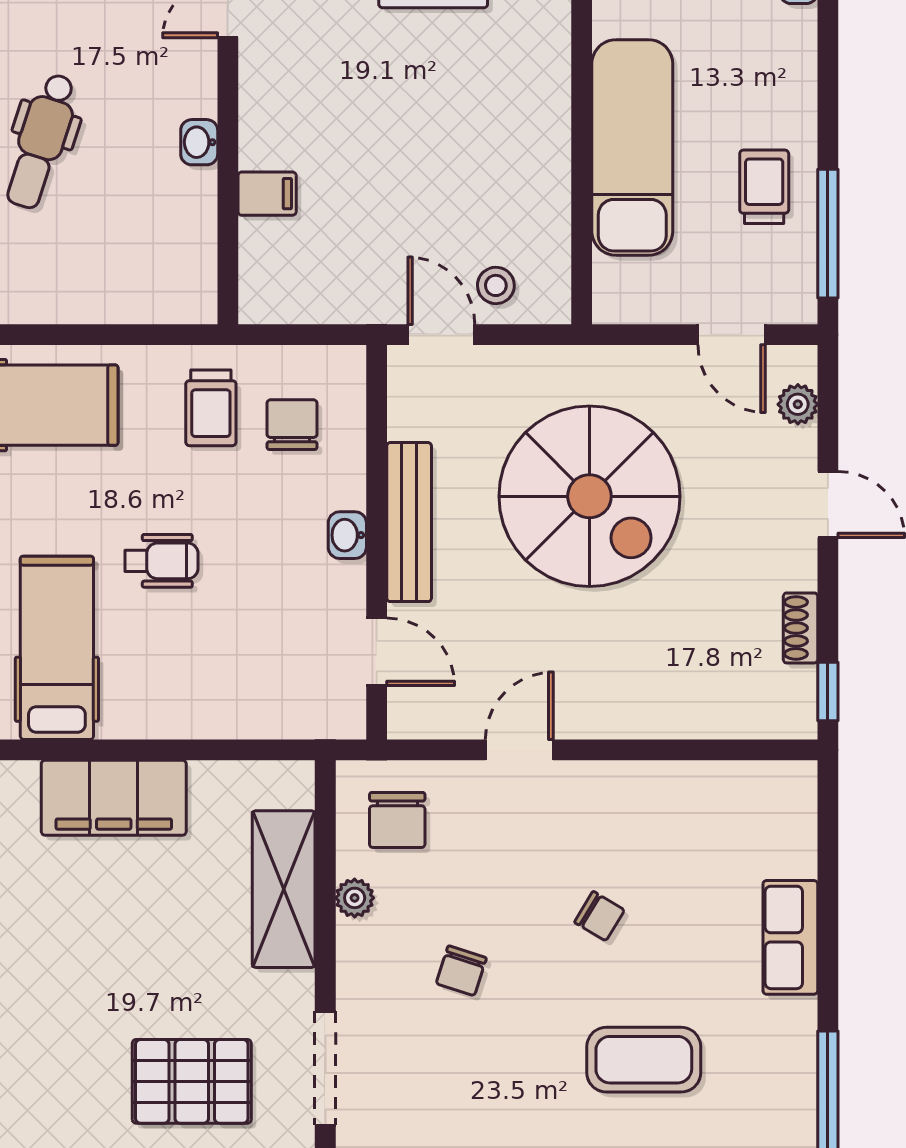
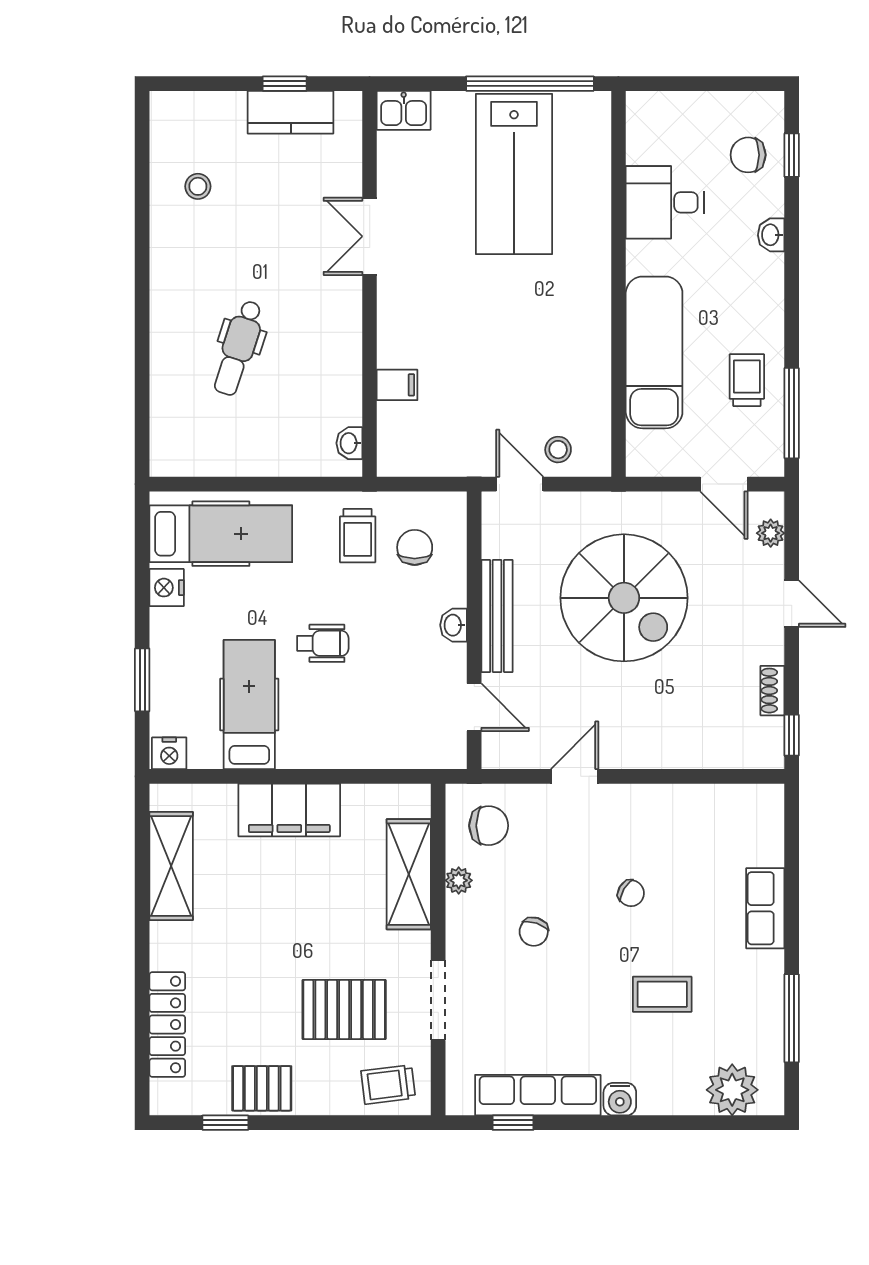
washbasin: (199, 142) -> (349, 443), moved
chair: (397, 820) -> (489, 826), turned -90
coffee table: (644, 1060) -> (662, 994), width x0.73, depth x0.77

